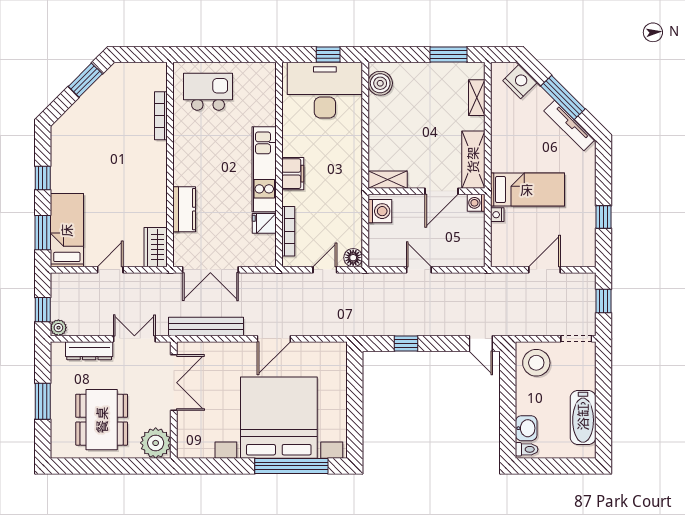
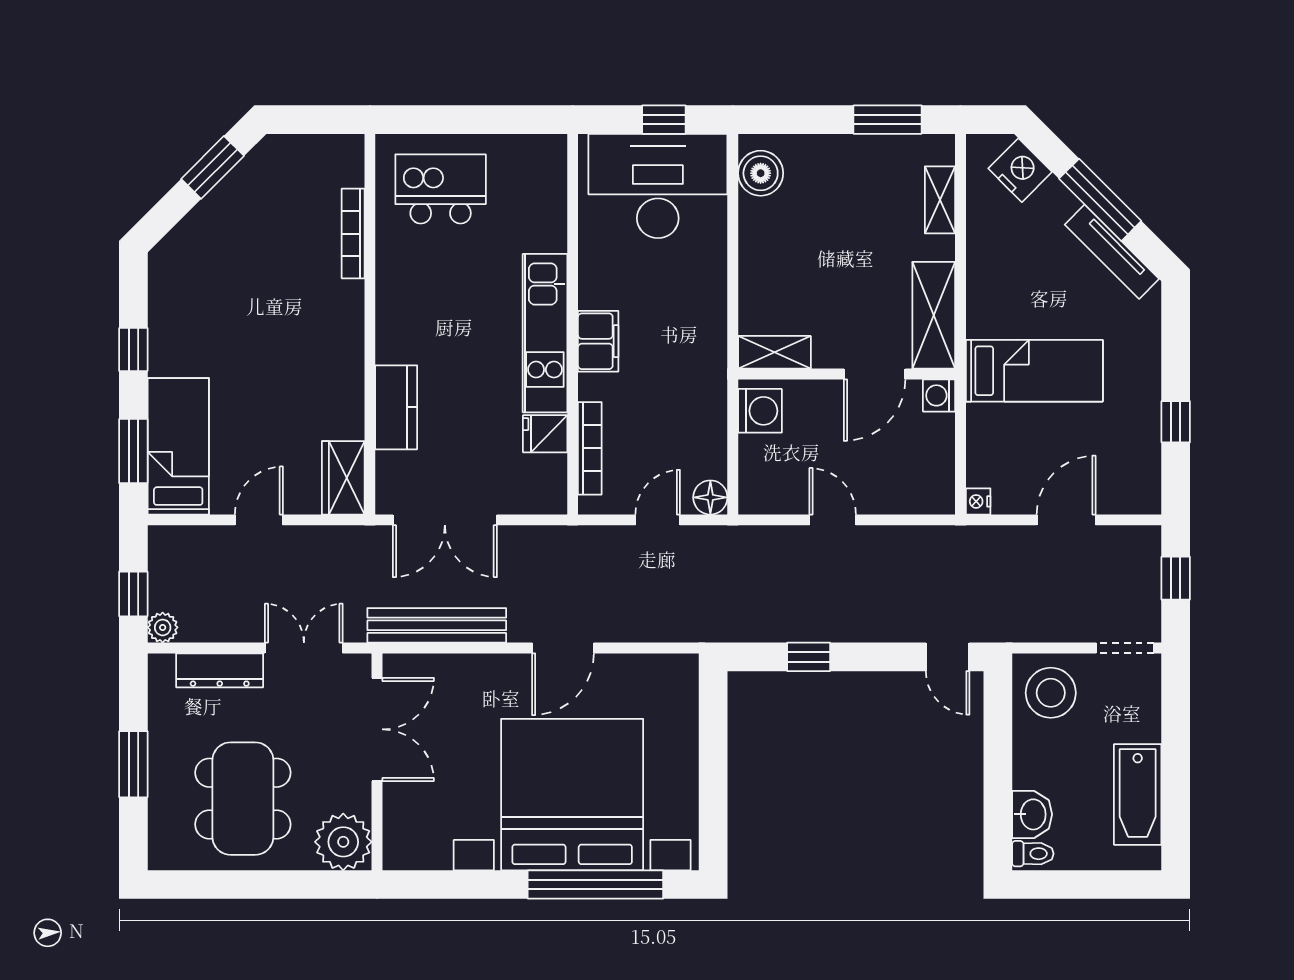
nightstand: (497, 215) -> (978, 501), moved

